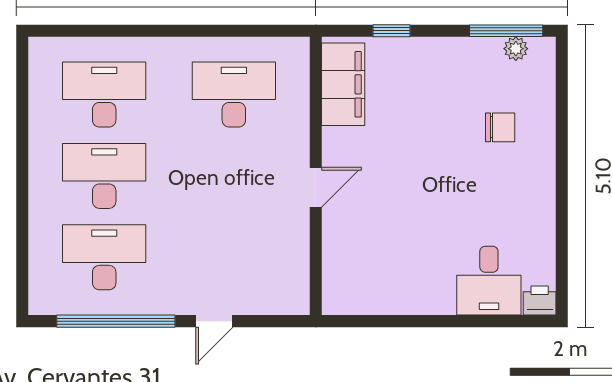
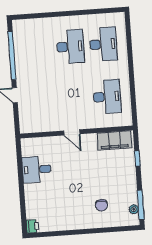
desk: (104, 257) -> (37, 49), removed
desk: (489, 281) -> (37, 169), moved

